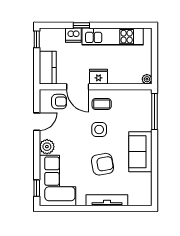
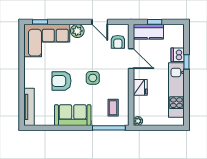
window: (37, 39) -> (155, 22), moved
fridge: (98, 77) -> (140, 87), moved
door: (78, 87) -> (131, 59), swing flipped
coffee table: (102, 104) -> (113, 108), moved
armchair: (103, 164) -> (61, 81), turned 100
tv unit: (107, 200) -> (29, 107), moved

